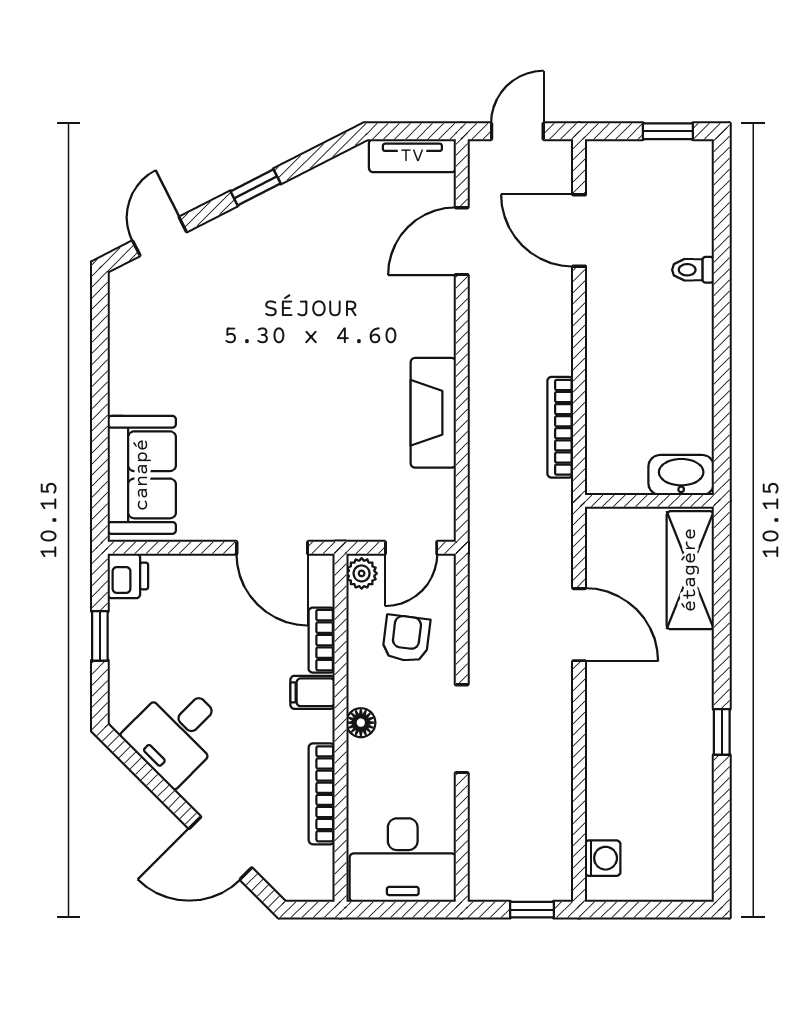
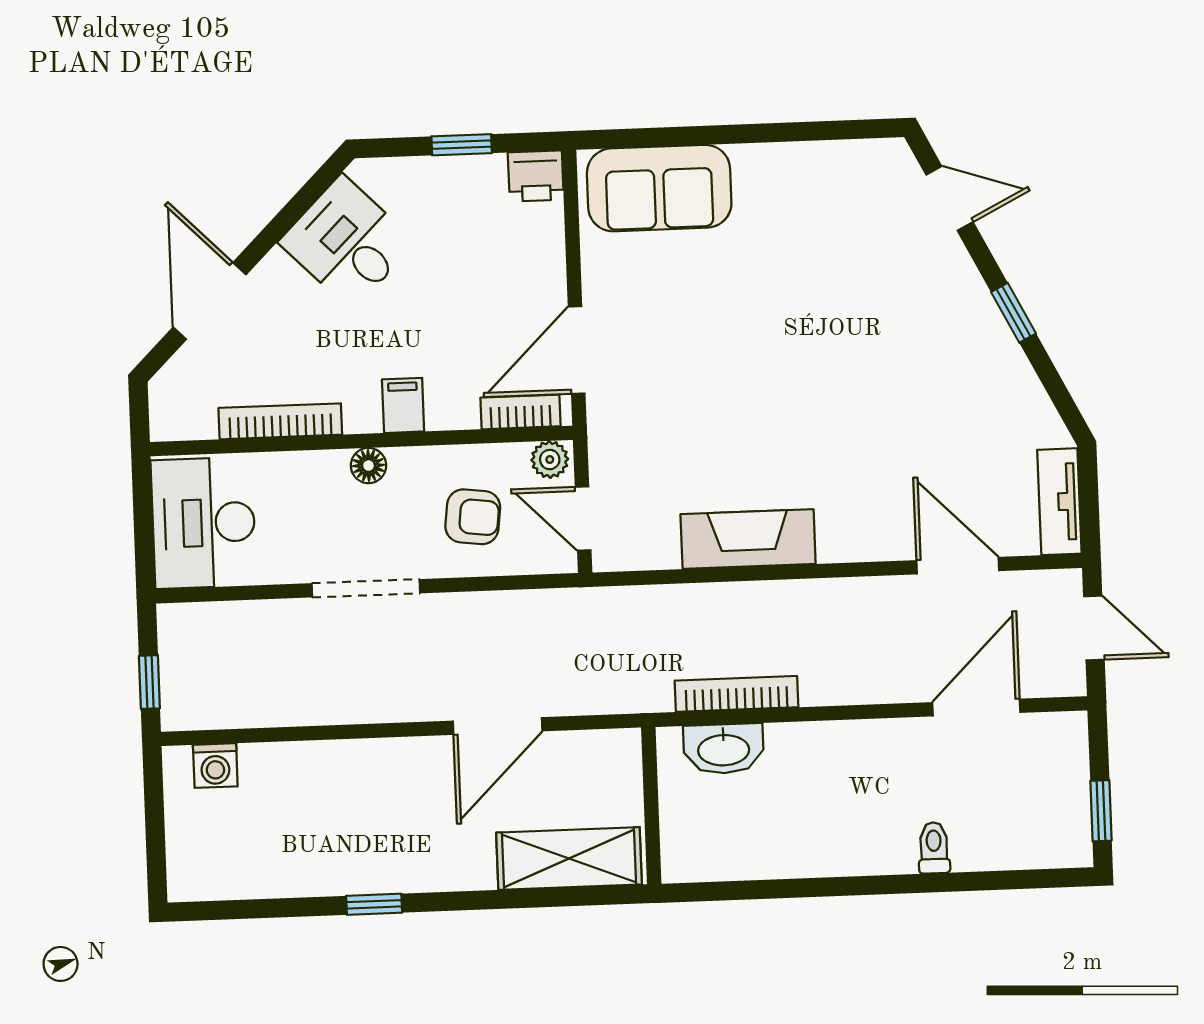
washbasin: (681, 475) -> (724, 749), moved, turned 90
bookcase: (322, 640) -> (520, 412), moved

